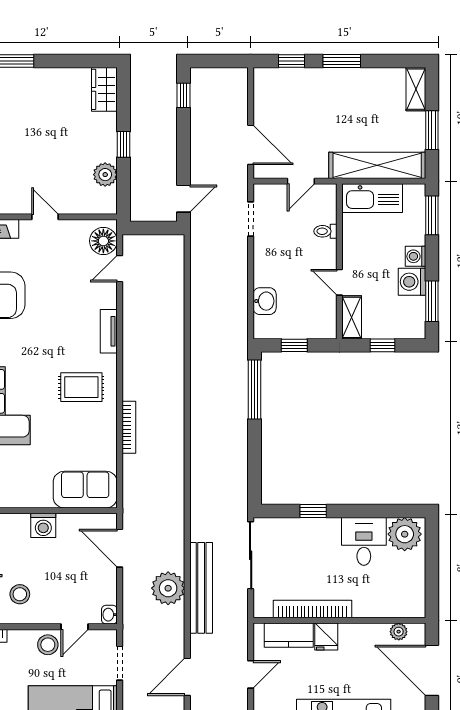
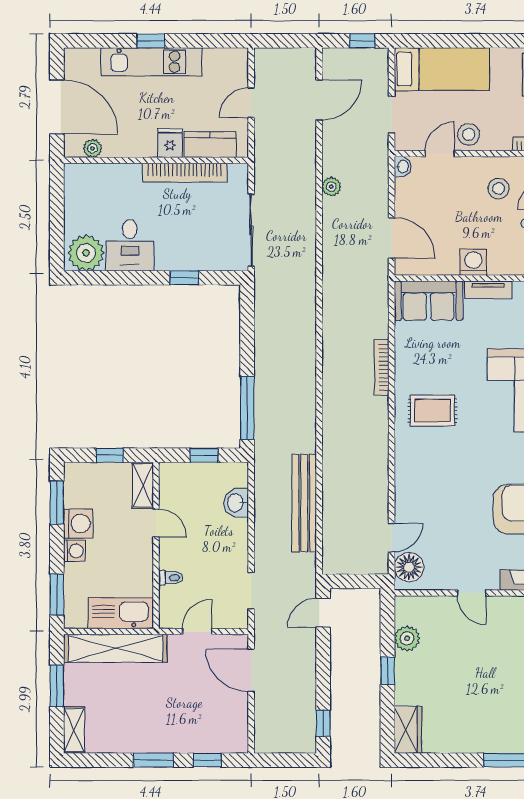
tv unit: (109, 331) -> (488, 290), moved, turned 90
plant: (168, 588) -> (331, 187), width x0.53, depth x0.53
bench: (201, 588) -> (304, 503), moved

